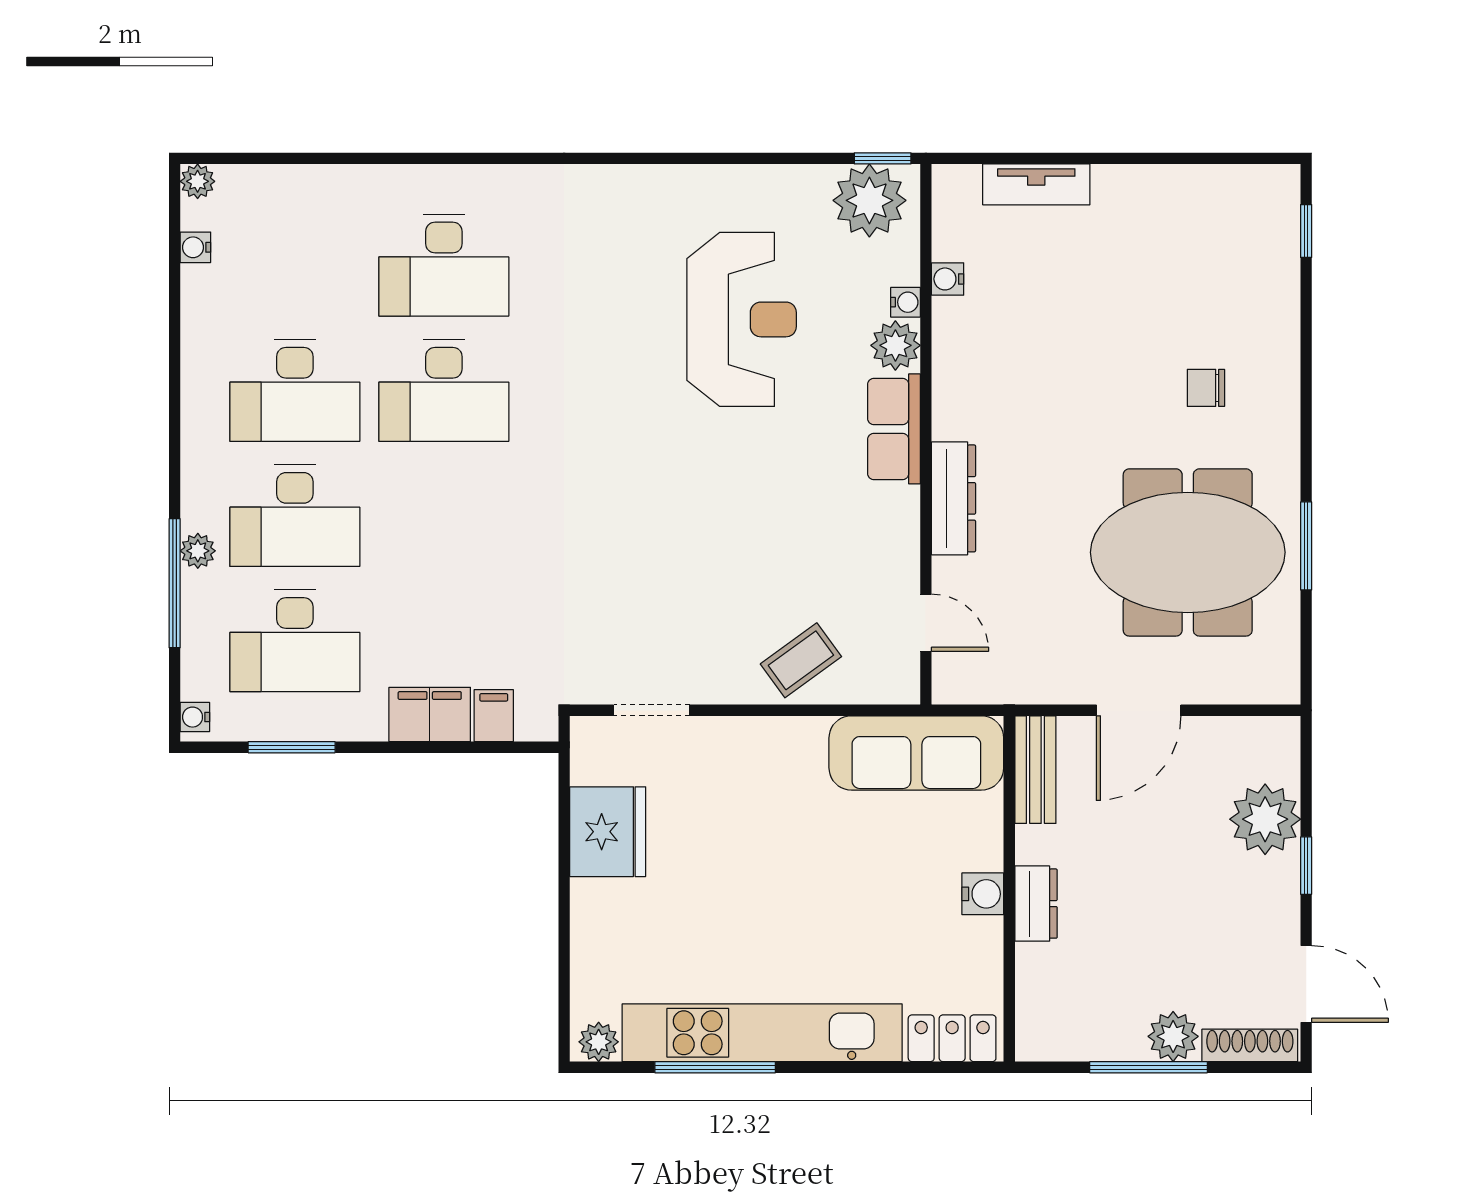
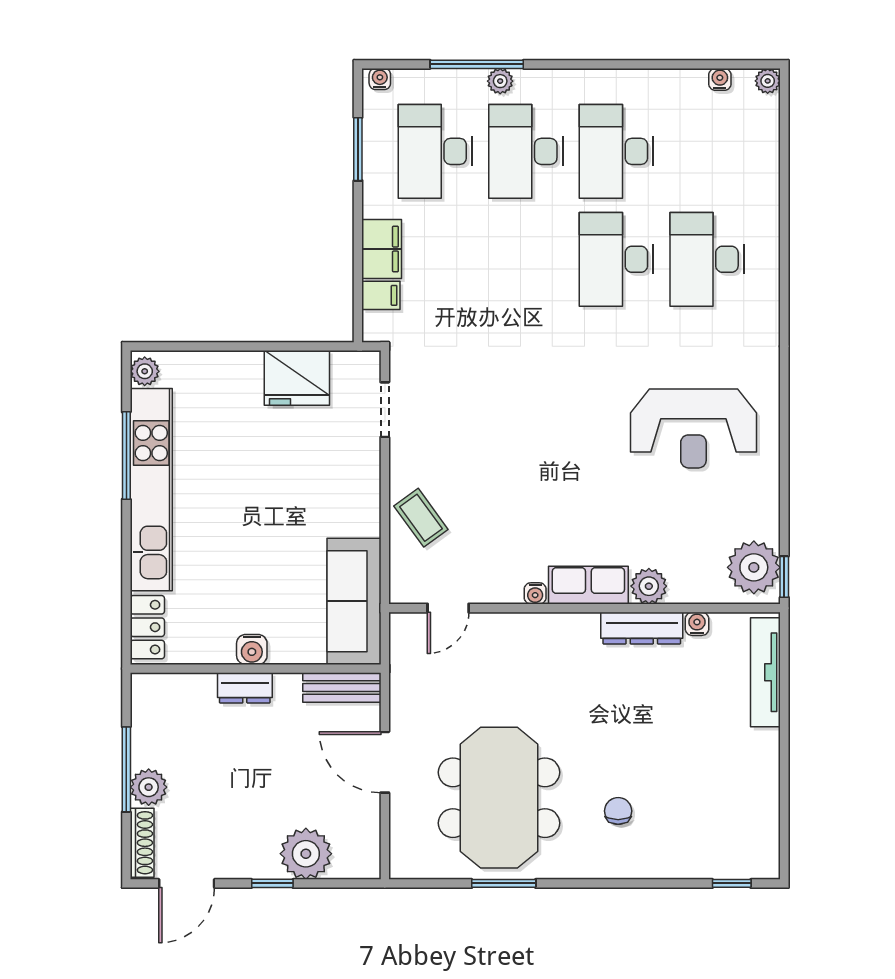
tv unit: (1036, 184) -> (765, 672), width x1.41
water cooler: (905, 302) -> (535, 593), moved
reception desk: (742, 319) -> (693, 428), moved
dresser: (953, 498) -> (642, 628), moved

